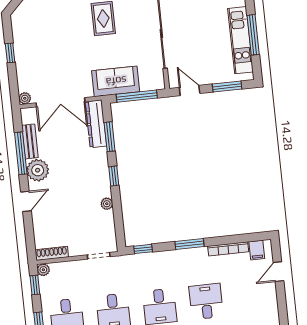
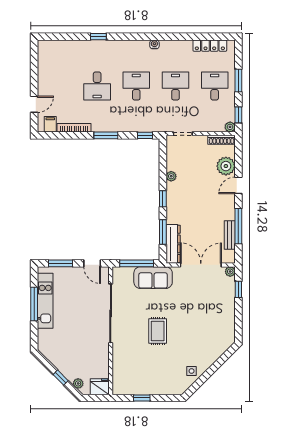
window: (10, 53) -> (238, 289), moved
plant: (38, 170) -> (226, 166), moved

